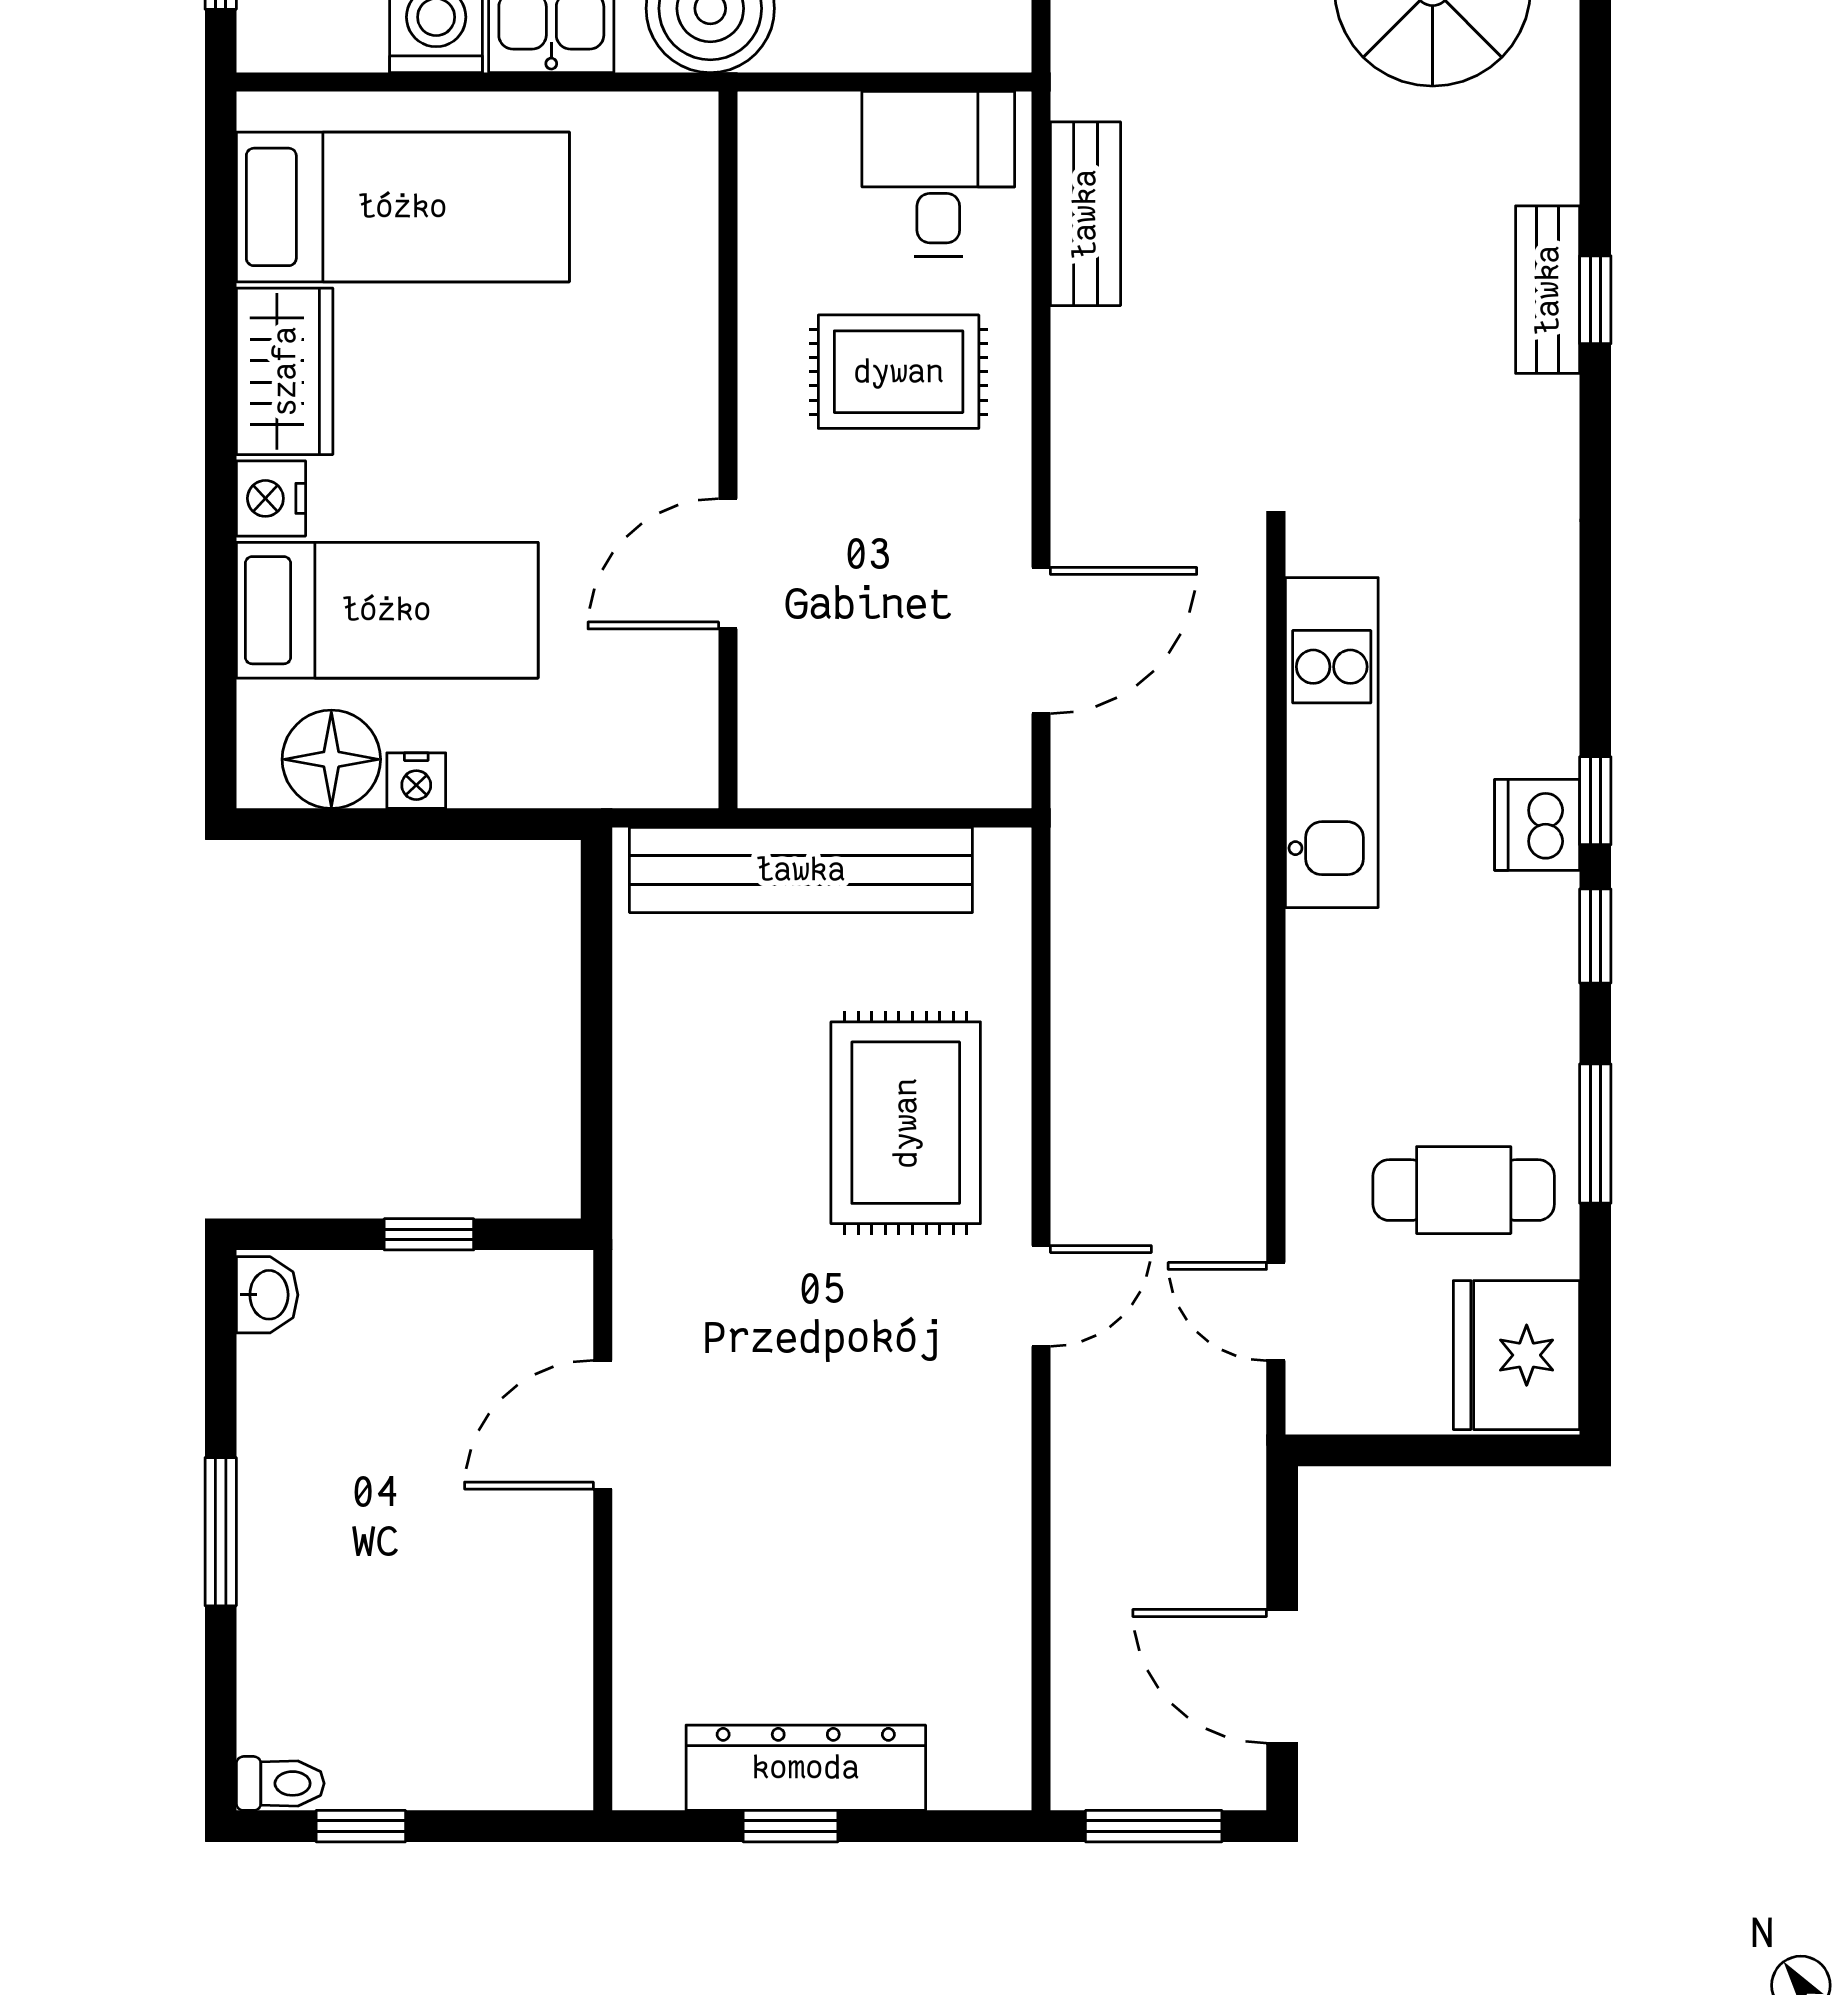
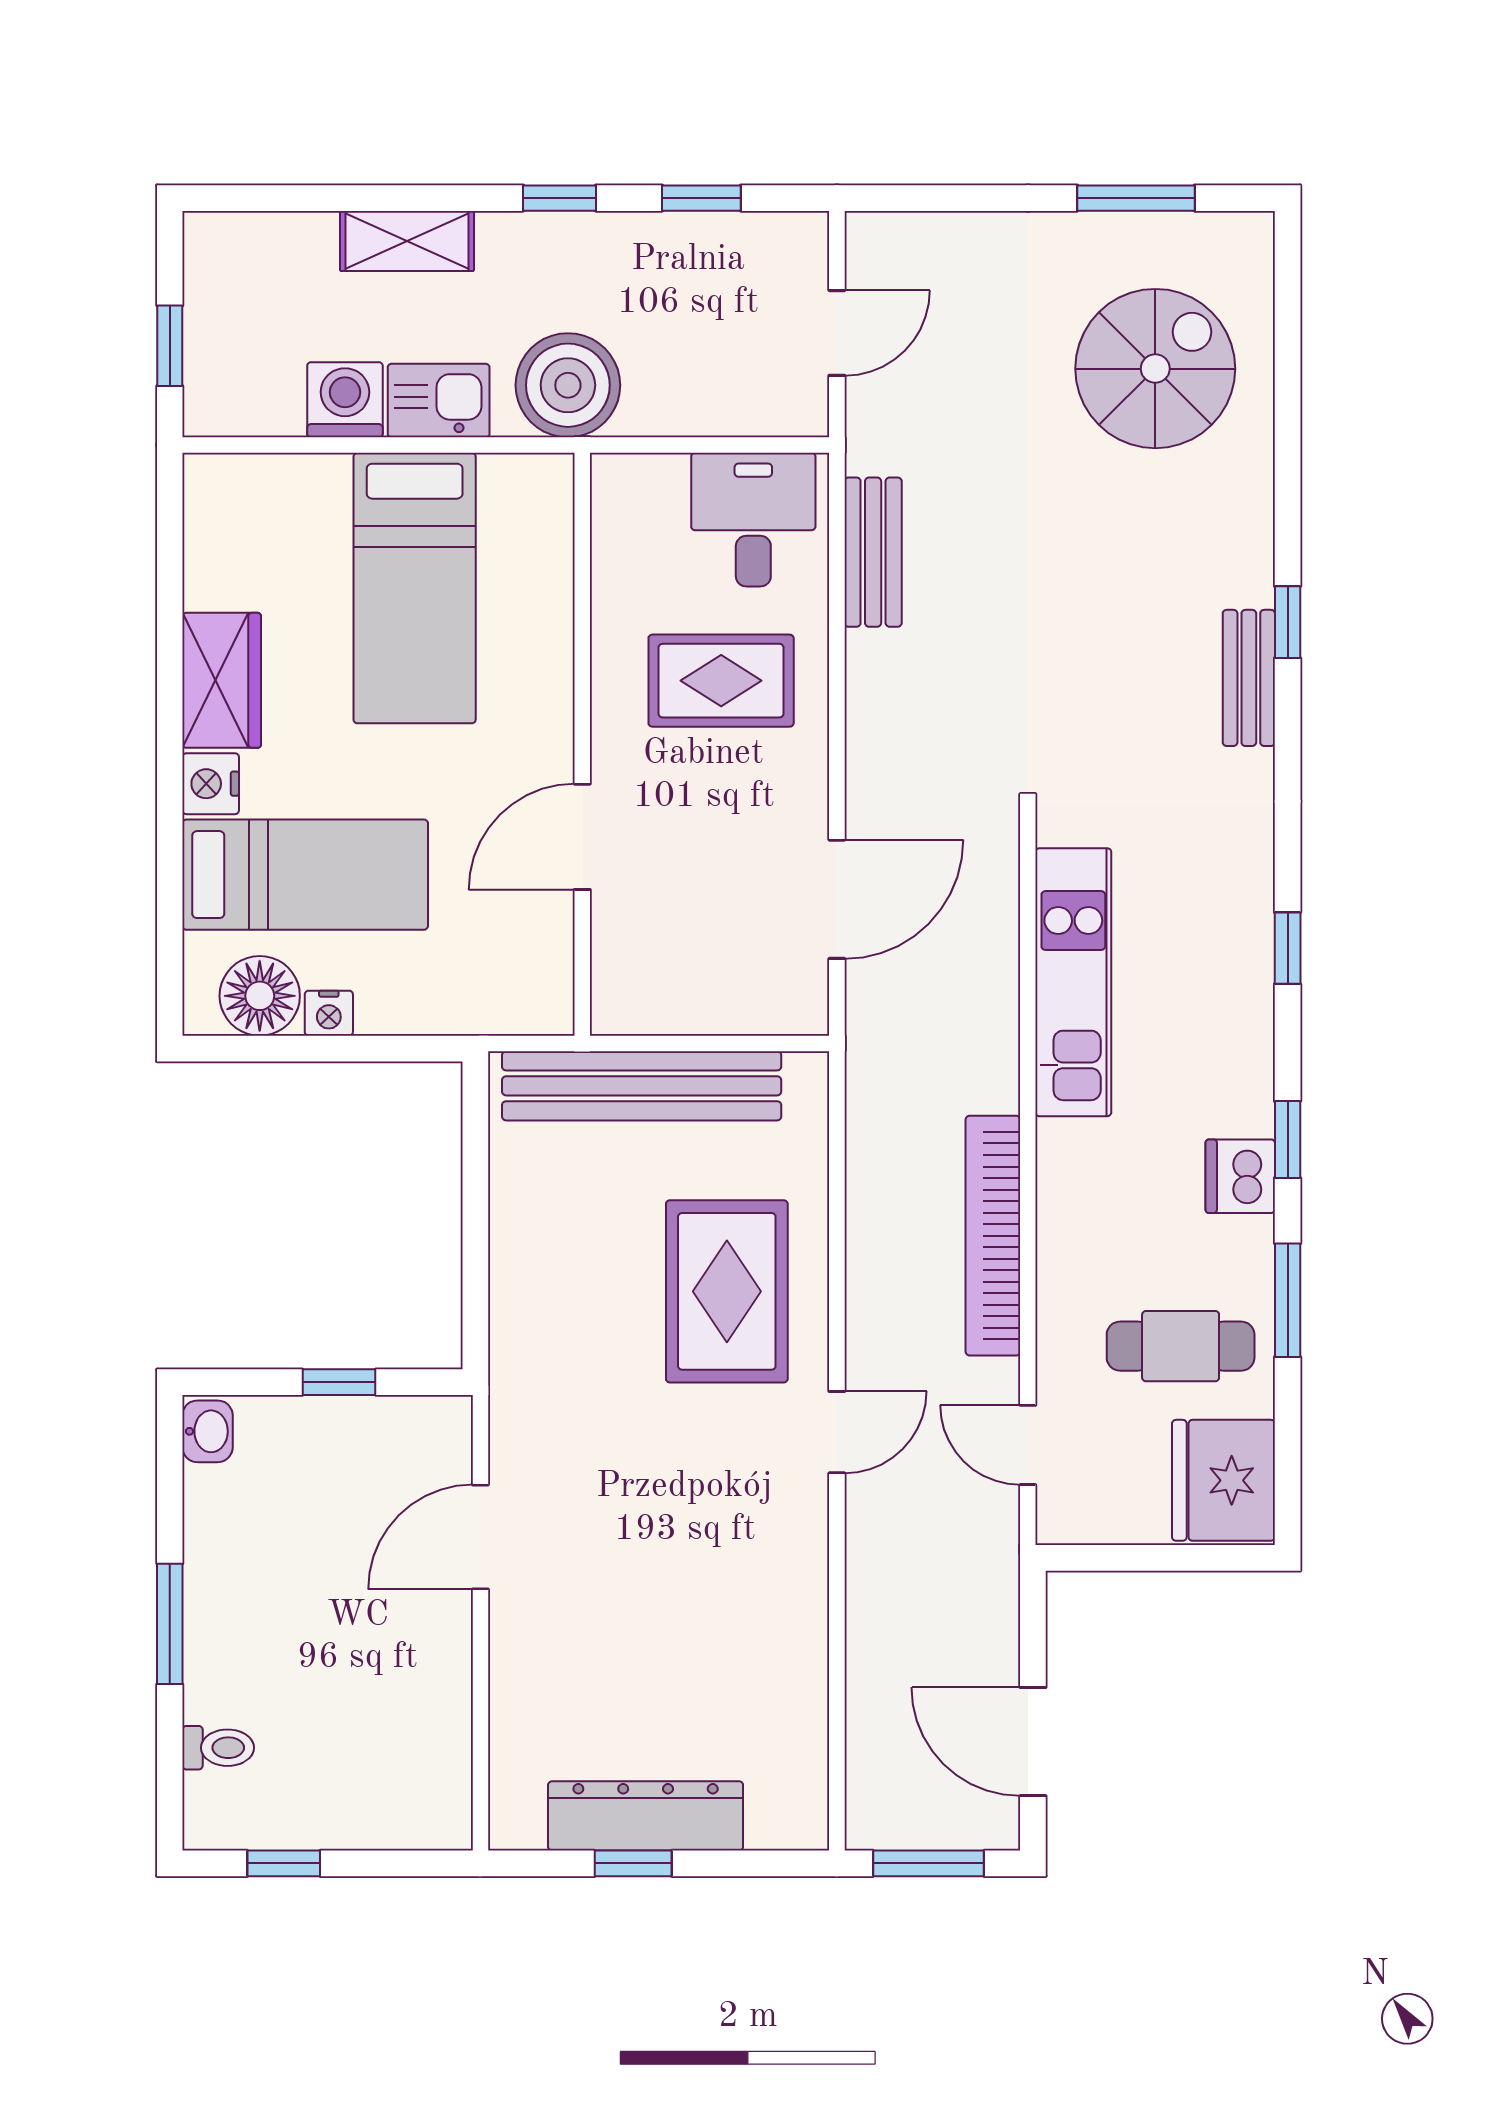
bed: (403, 207) -> (415, 588), moved, turned 90
bench: (1548, 290) -> (1249, 678), moved
window: (1595, 801) -> (1288, 948), moved
dishwasher: (1537, 825) -> (1240, 1176), moved
bookcase: (1233, 1054) -> (993, 1236), added
toilet: (280, 1783) -> (218, 1748), moved

